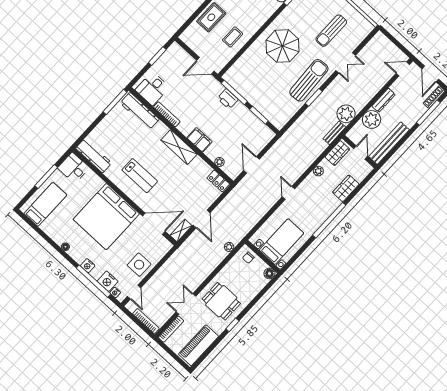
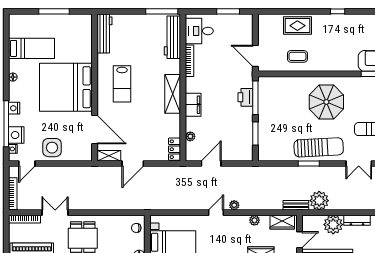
desk: (73, 168) -> (80, 27), removed
bed: (45, 204) -> (32, 48), moved
plant: (229, 247) -> (234, 205), moved

